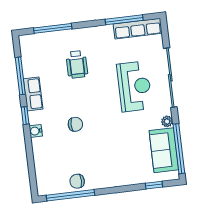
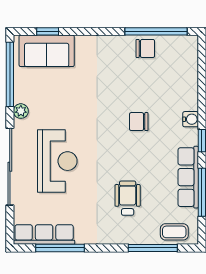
coffee table: (38, 43) -> (174, 232), added
reception desk: (134, 86) -> (57, 161), turned 180
row of seats: (33, 94) -> (188, 177), width x1.48
sofa: (164, 150) -> (47, 51), moved, turned 90

